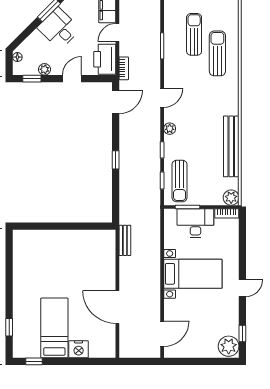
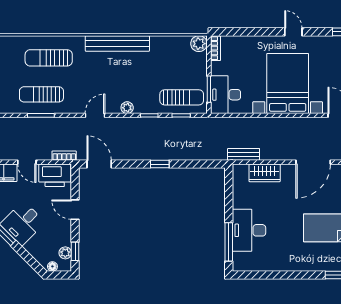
sun lounger: (194, 34) -> (41, 94), moved
plant: (45, 69) -> (65, 253), moved
door: (162, 98) -> (95, 115), hinge flipped
bench: (231, 146) -> (117, 43), moved
desk: (195, 223) -> (226, 95), moved
window: (41, 226) -> (229, 242), added
desk: (52, 246) -> (249, 230), added
wardrobe: (107, 261) -> (265, 173), added
bed with nightstands: (193, 274) -> (288, 84), width x1.36

